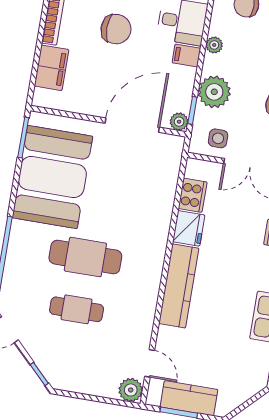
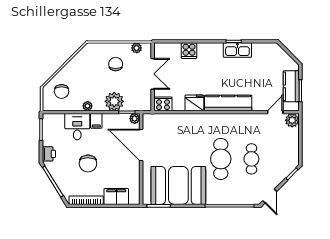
chair: (116, 29) -> (88, 163), turned 180
side table: (218, 138) -> (140, 95), removed
cooker: (193, 195) -> (163, 104), moved

